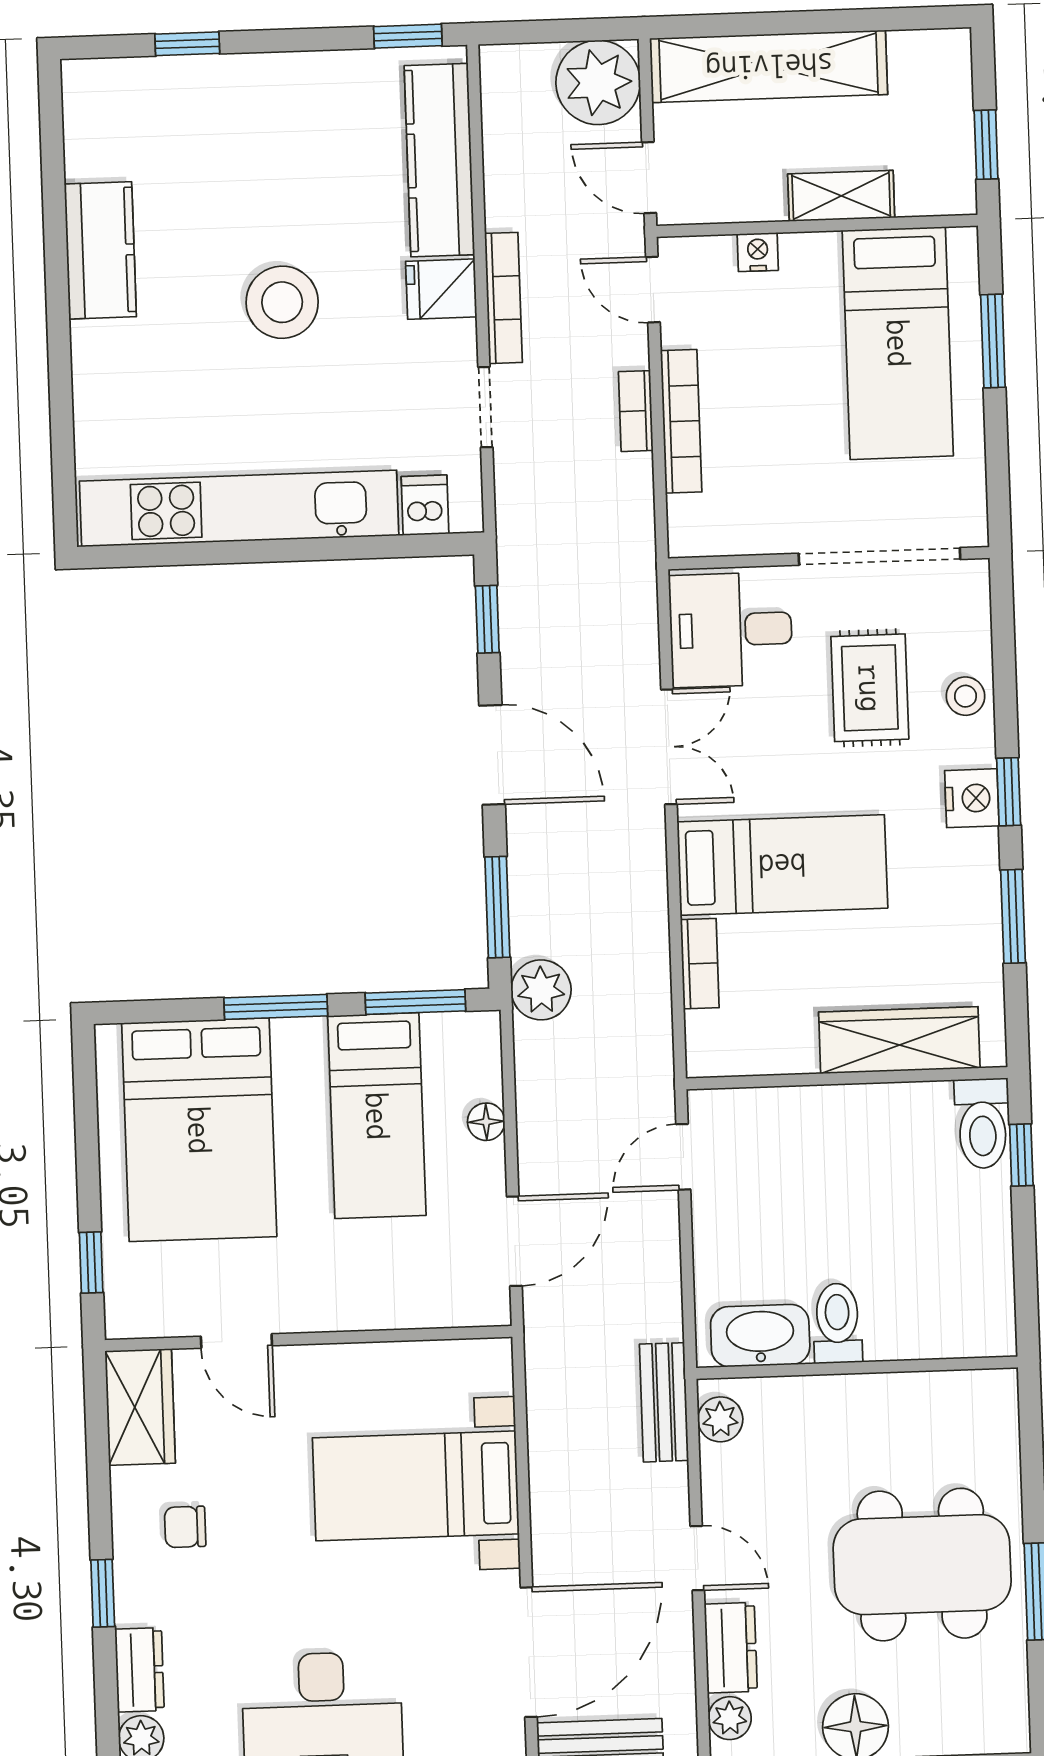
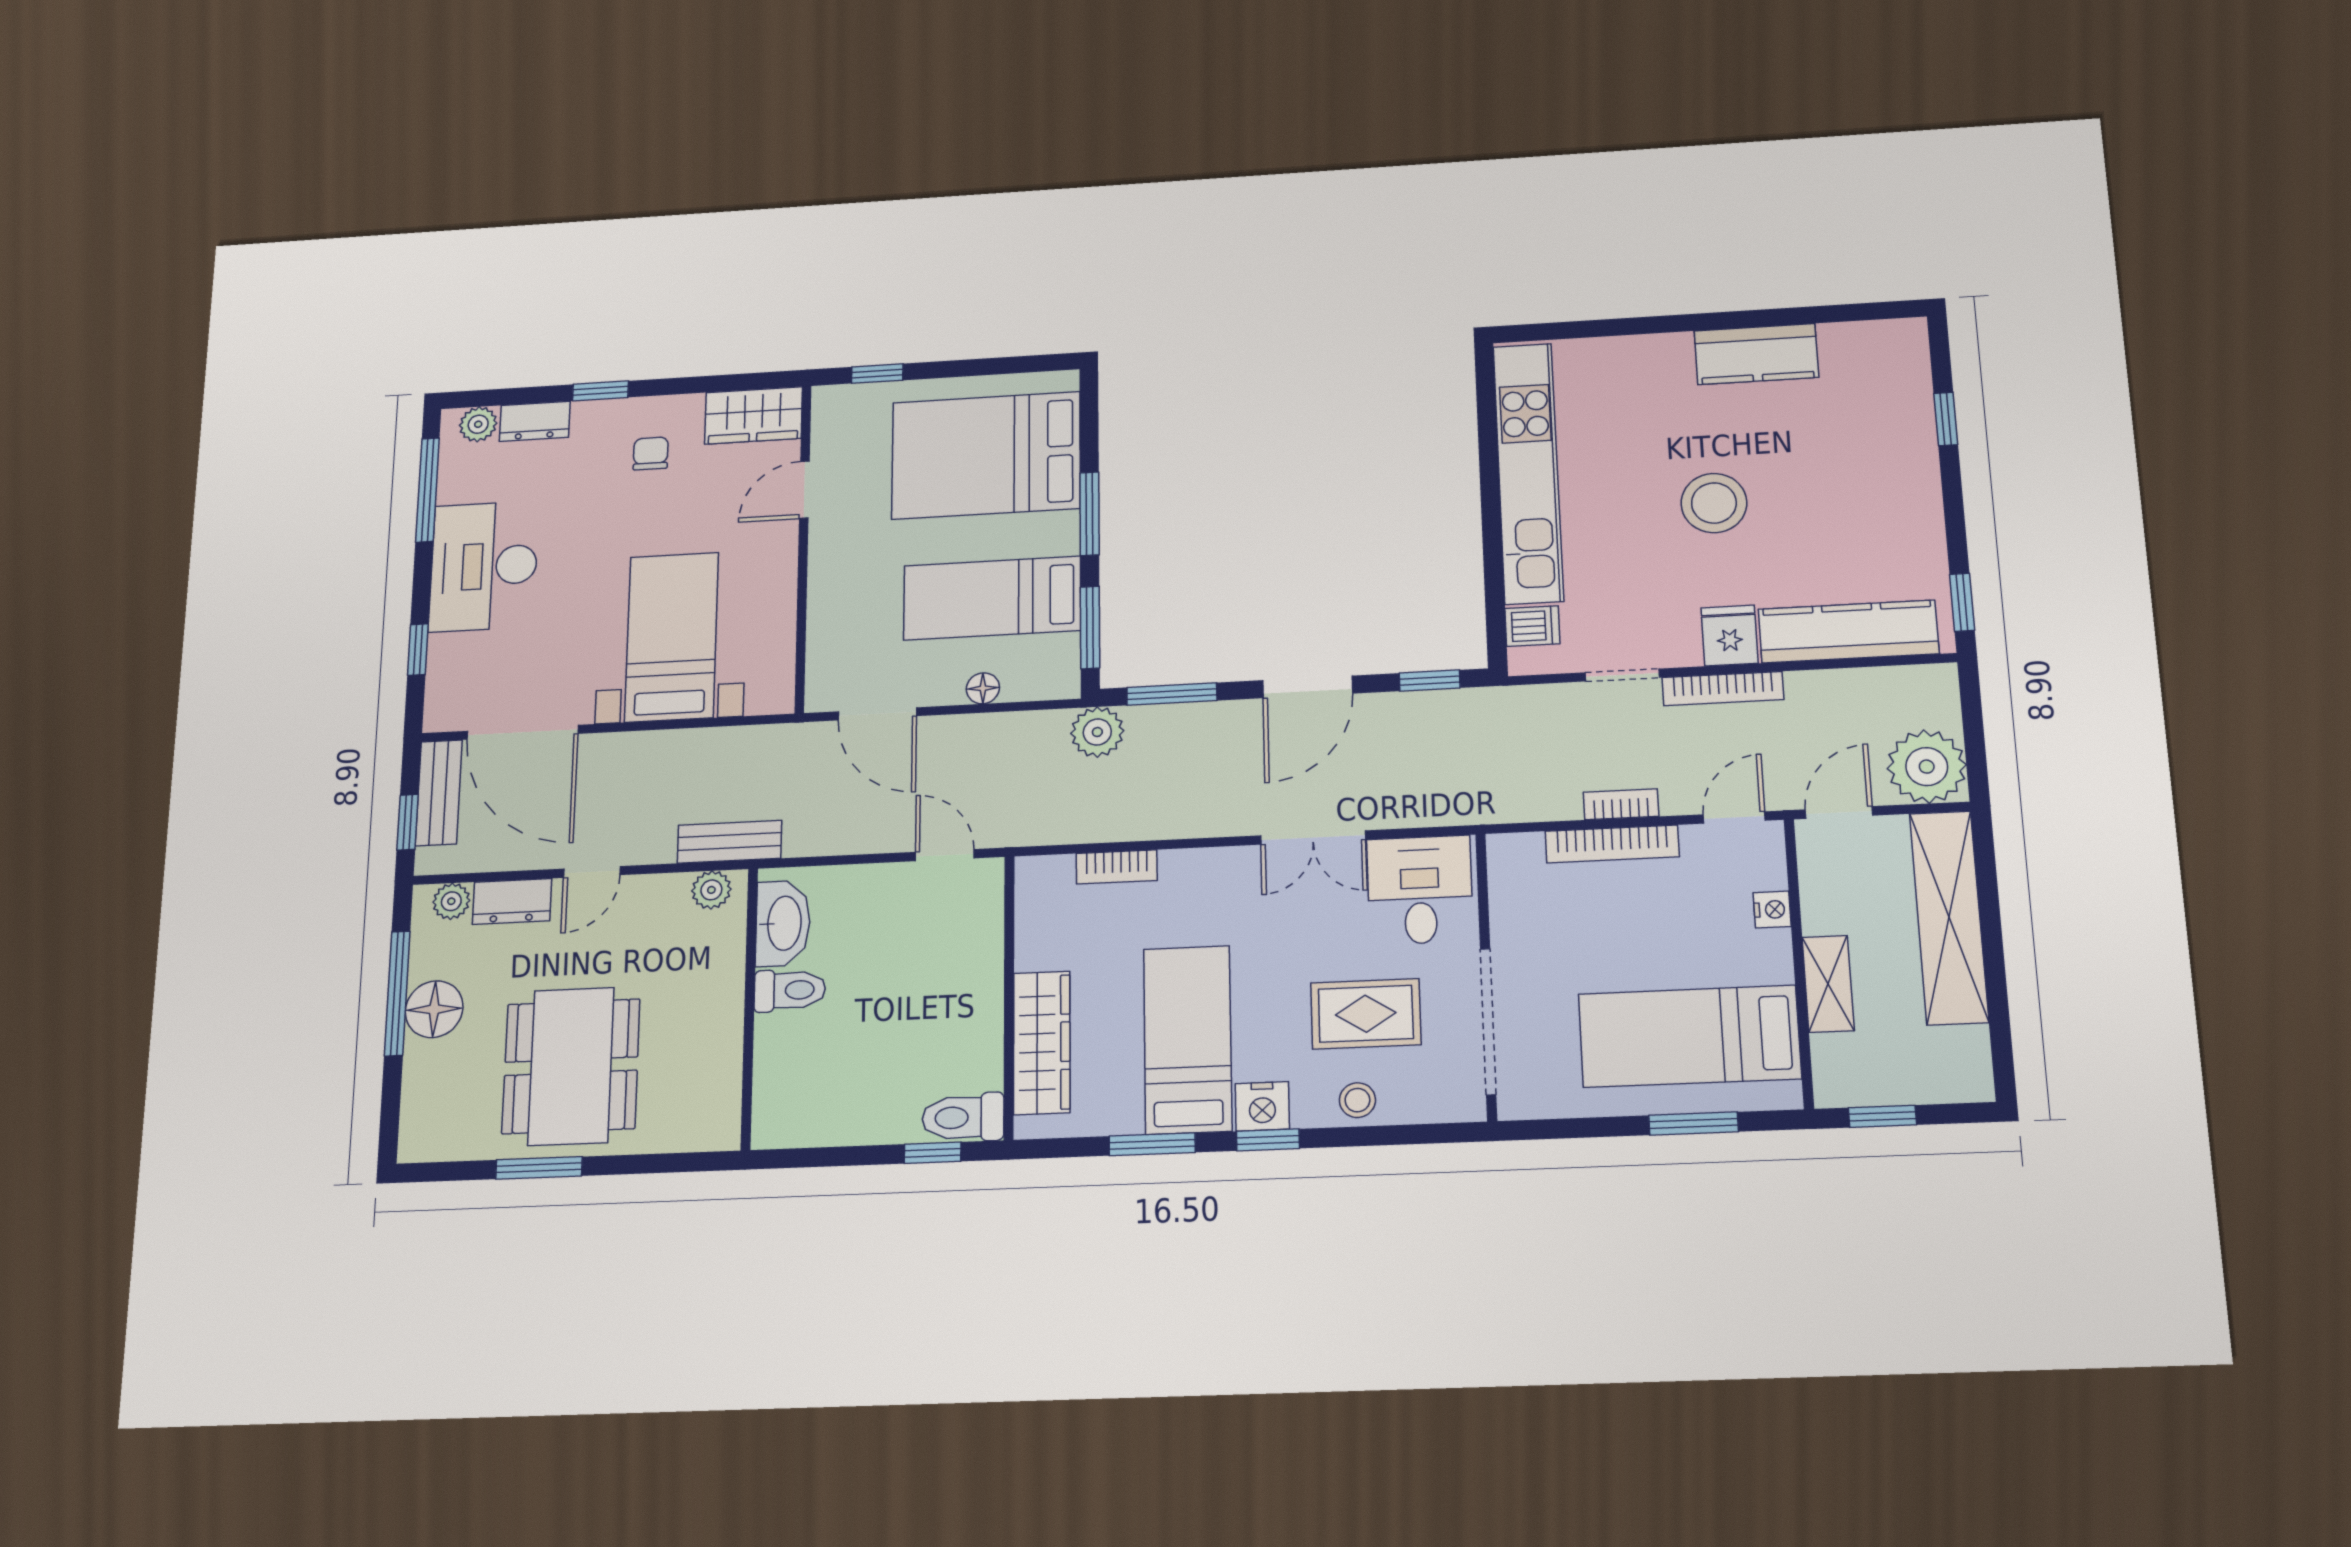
bed: (782, 865) -> (1188, 1040), moved, turned 180

